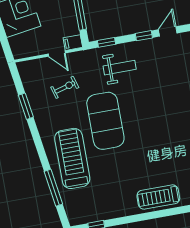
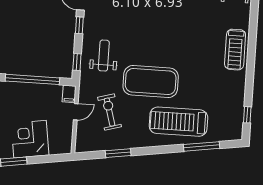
exercise bike: (65, 87) -> (110, 112), width x1.38, depth x1.39

